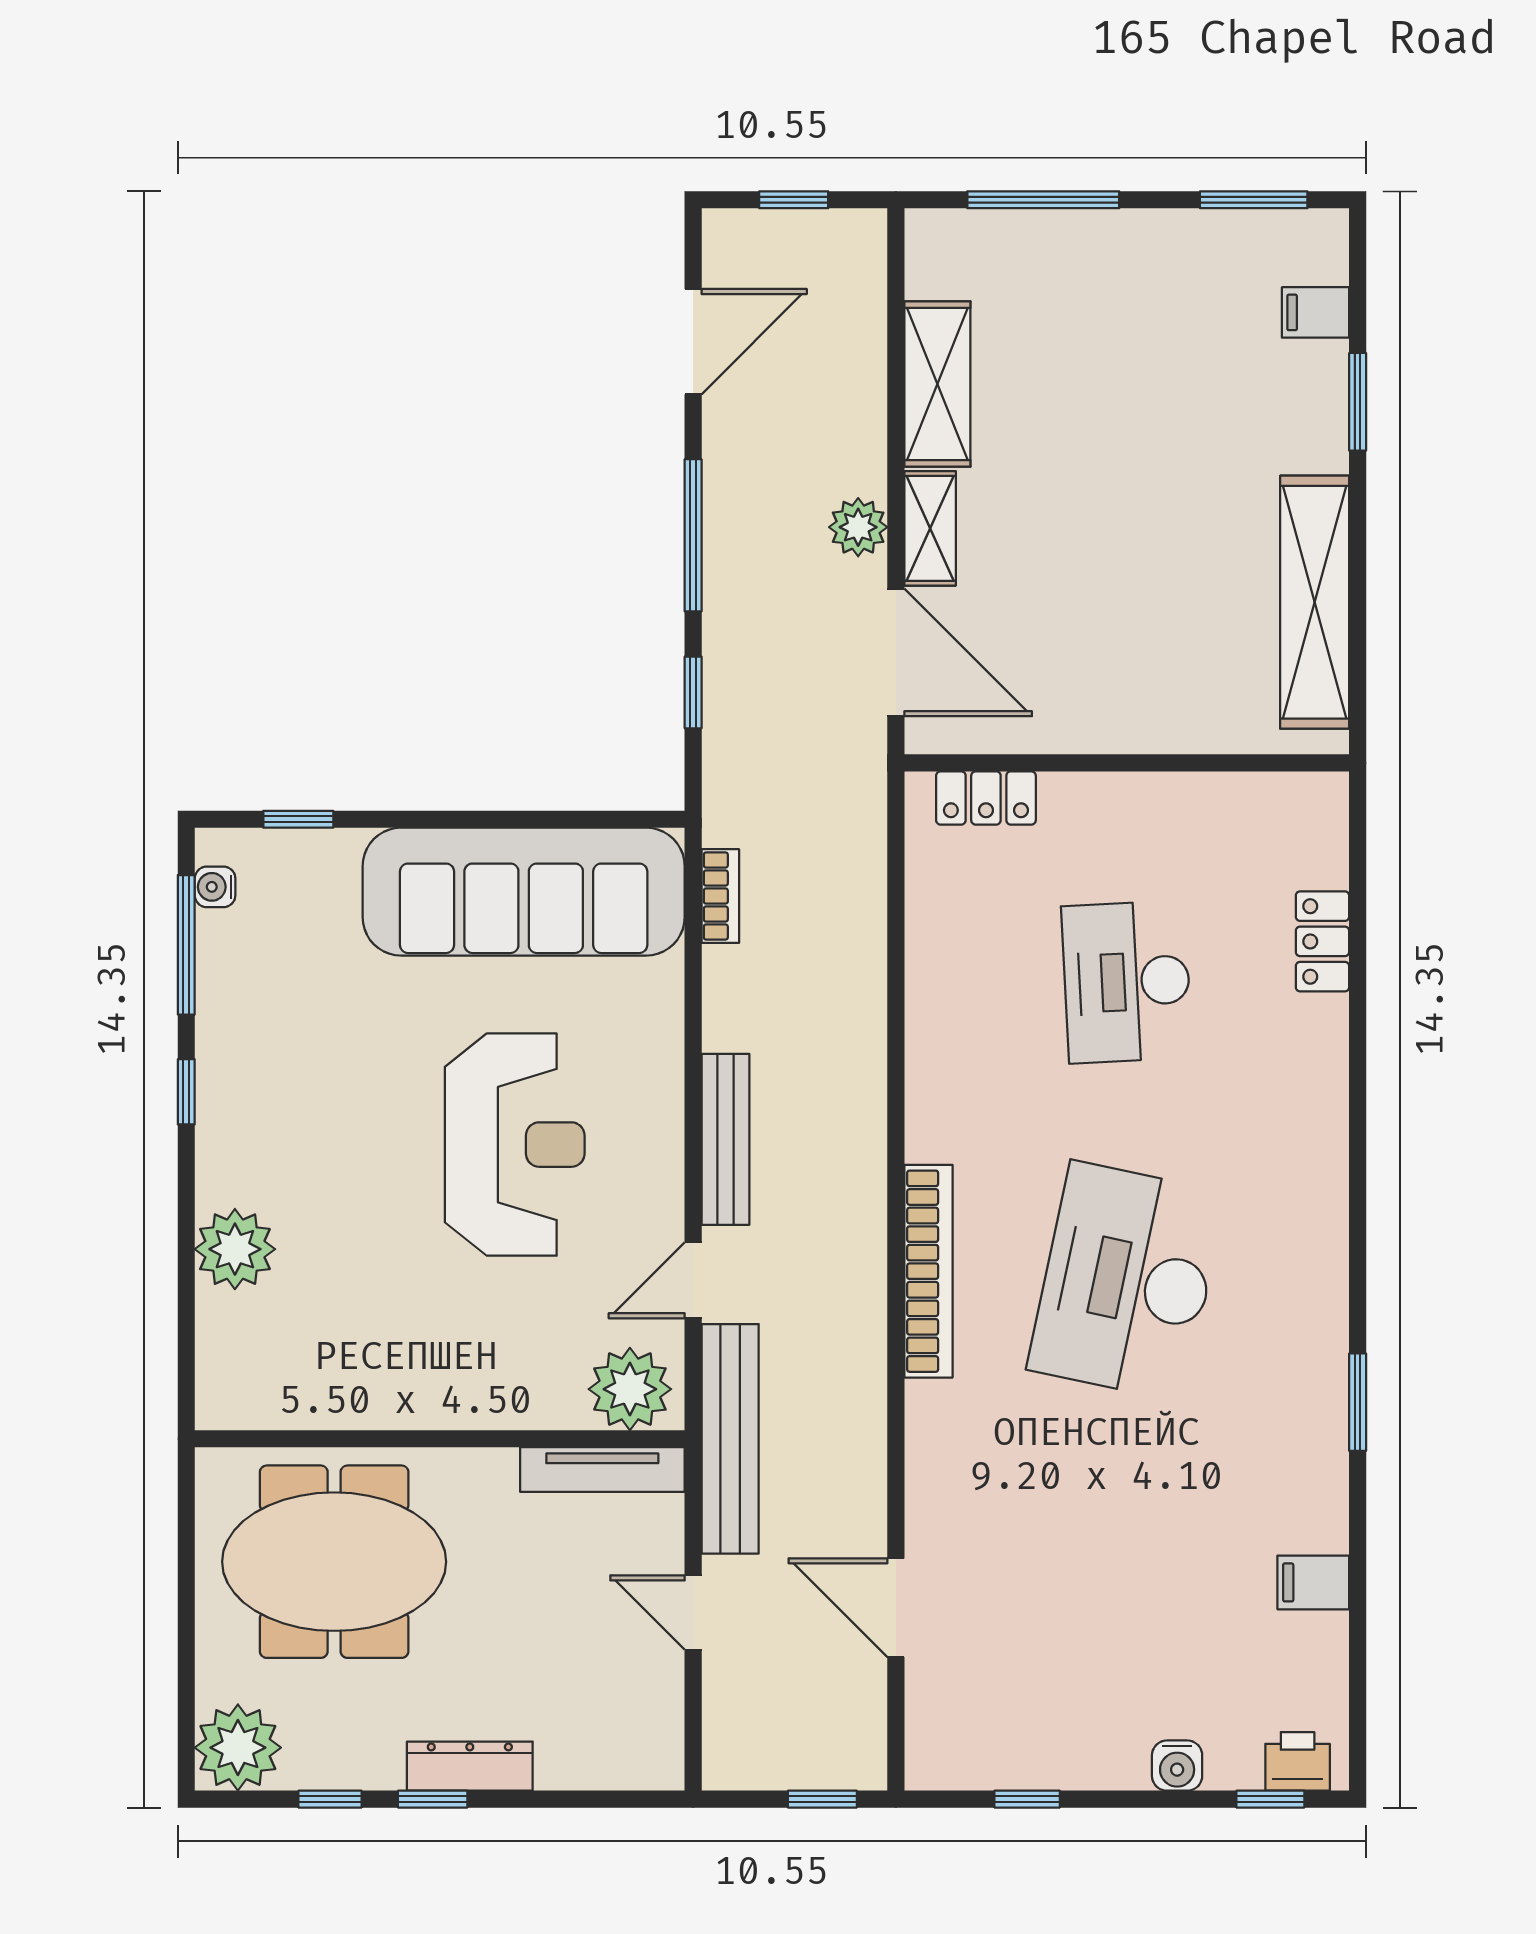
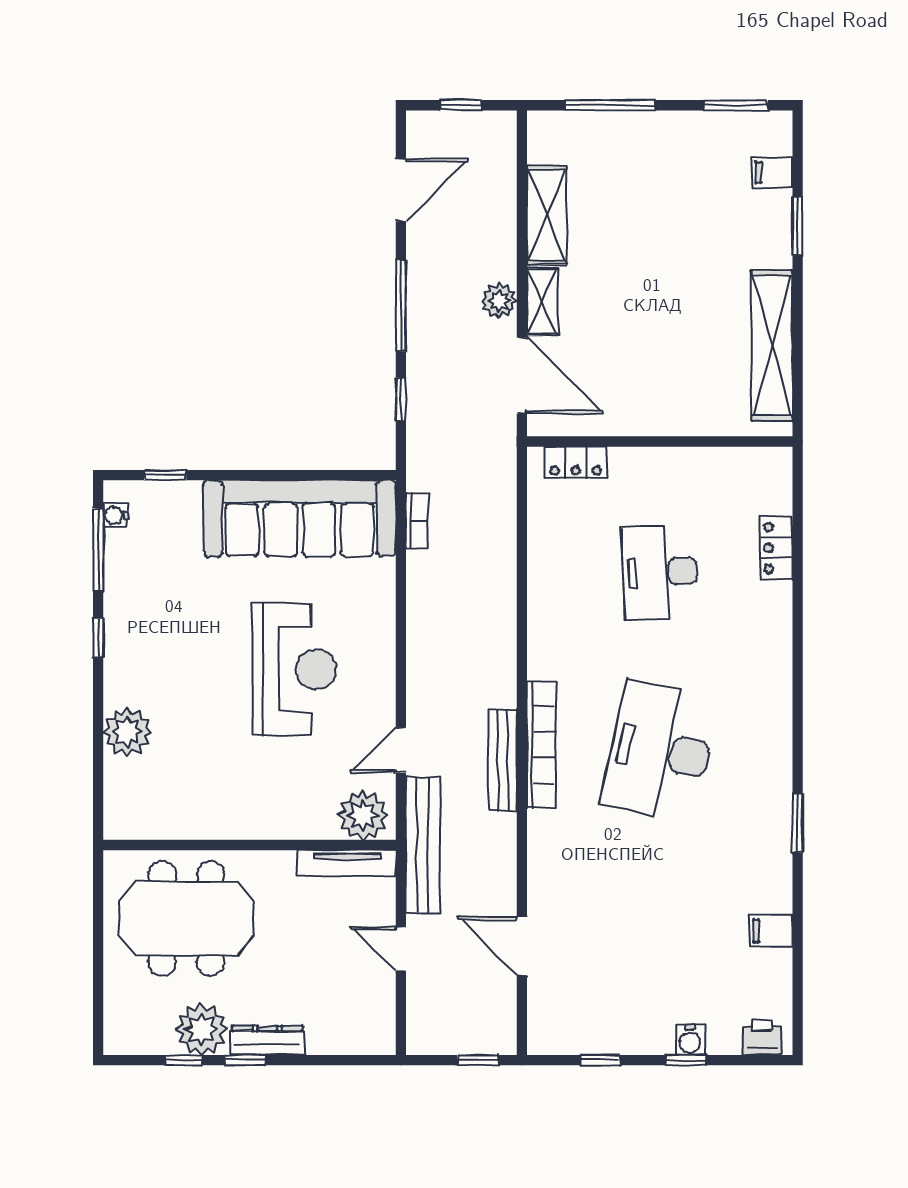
bench: (725, 1139) -> (503, 760), moved
plant: (238, 1748) -> (201, 1029), moved
window: (1270, 1799) -> (685, 1060), moved

